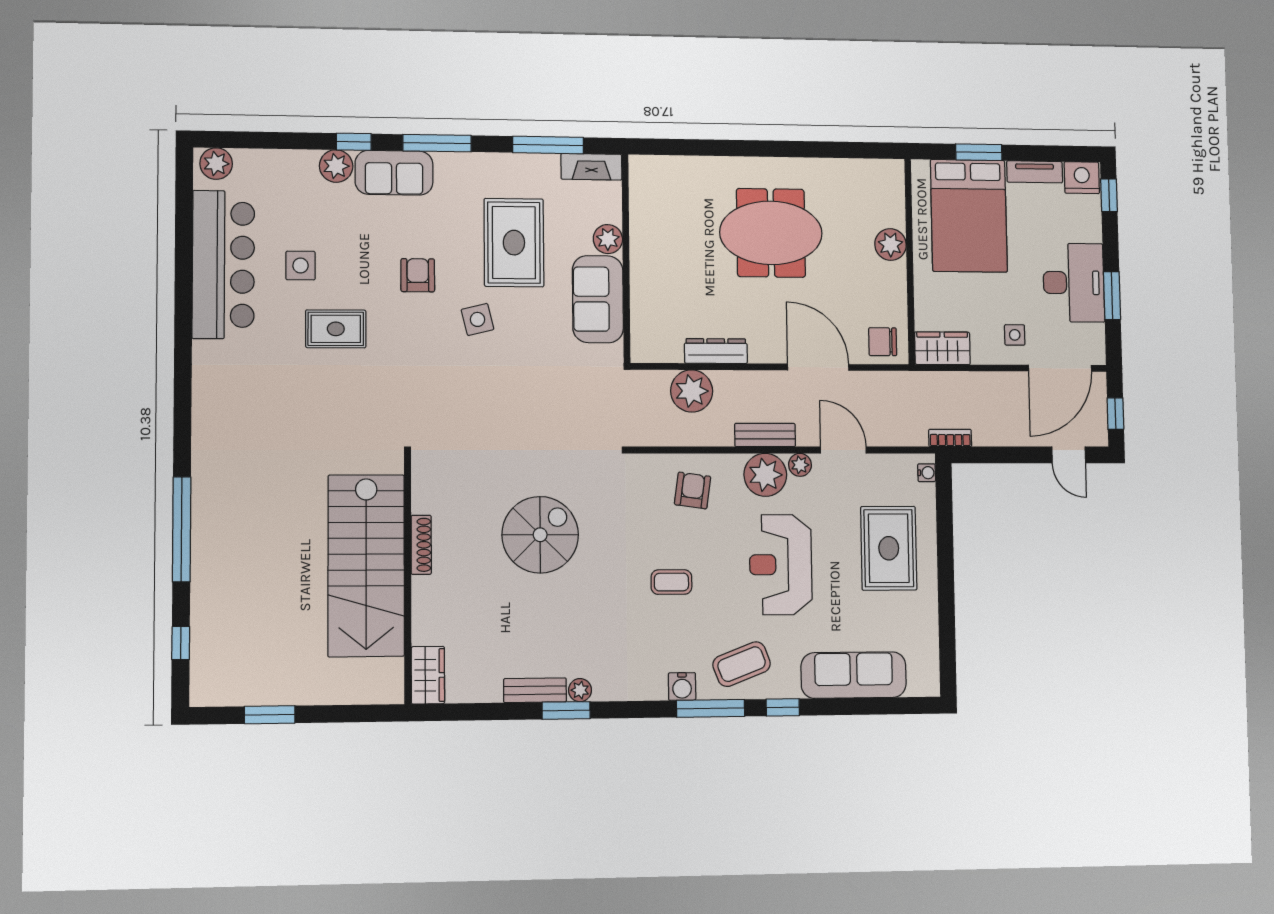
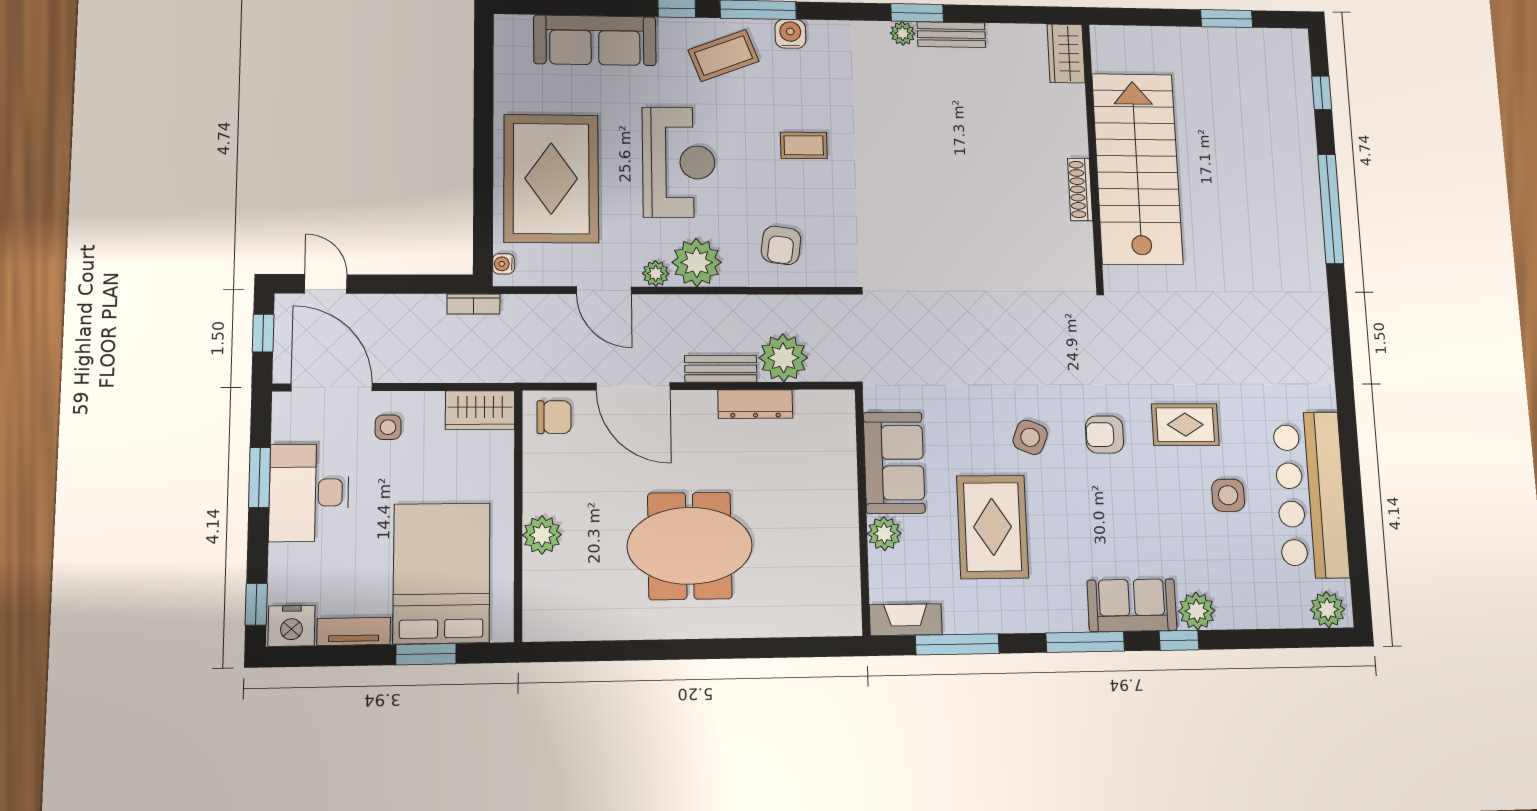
armchair: (418, 275) -> (1104, 435), moved, turned 90
side table: (477, 319) -> (1030, 437), turned 36
door: (1060, 368) -> (332, 387), hinge flipped
bench: (765, 435) -> (721, 369), moved
spiral stairs: (540, 535) -> (951, 199), removed
rug: (889, 548) -> (551, 178), width x1.37, depth x1.44

